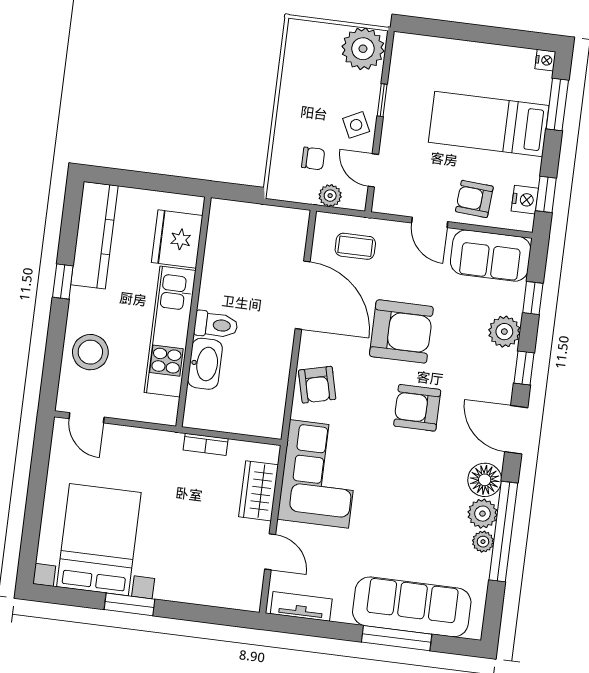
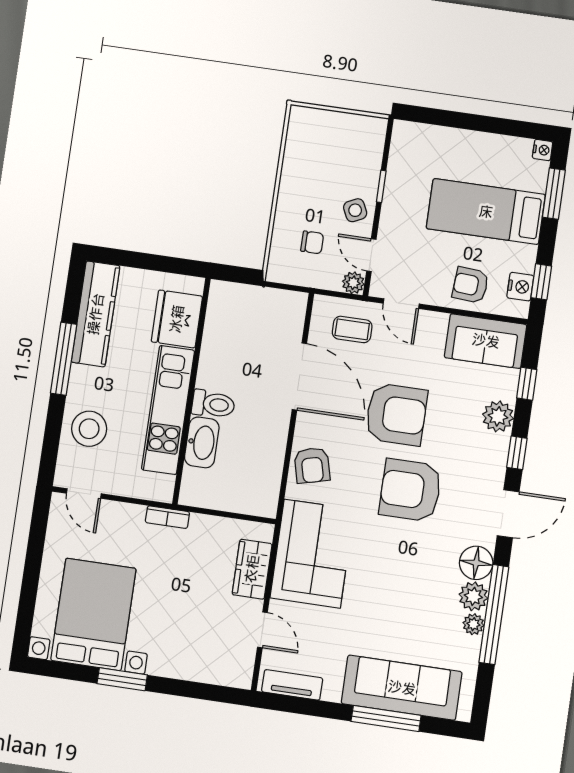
plant: (363, 49) -> (363, 136), removed
plant: (330, 196) -> (353, 283), moved
door: (430, 222) -> (401, 304), moved
window: (63, 282) -> (64, 359), width x2.17
armchair: (417, 408) -> (410, 490), width x1.36, depth x1.36
door: (516, 430) -> (508, 514), swing flipped
bookcase: (206, 444) -> (167, 517), moved

